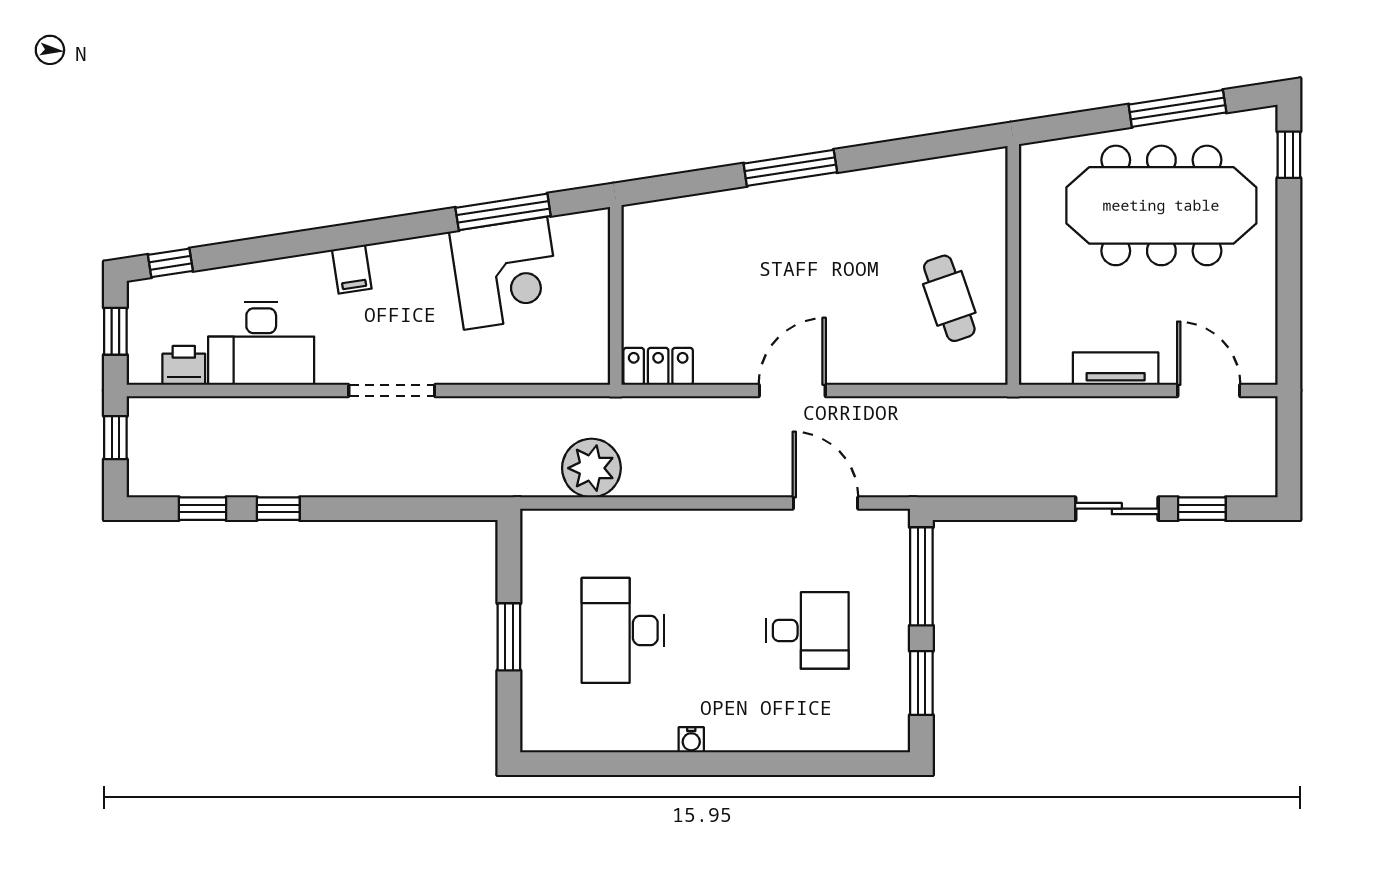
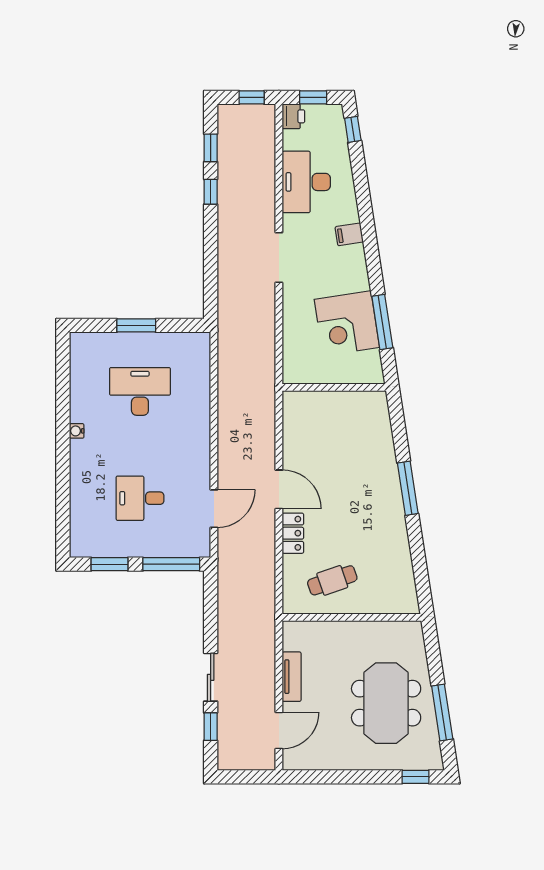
meeting table: (1161, 205) -> (386, 703), width x0.73
printer: (184, 365) -> (293, 116), moved
locker: (658, 366) -> (293, 533), moved
plant: (591, 468) -> (234, 373), removed
desk: (807, 630) -> (140, 498), turned 90

